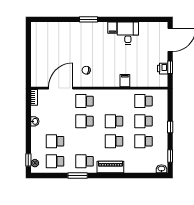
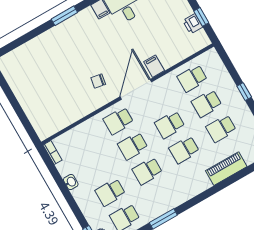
door: (61, 88) -> (136, 89), moved
school desk: (85, 161) -> (147, 171), moved
piano: (110, 167) -> (226, 169), moved

